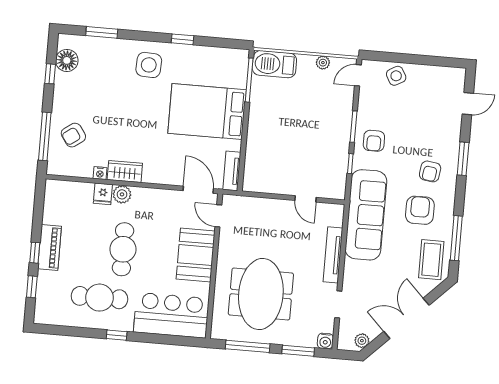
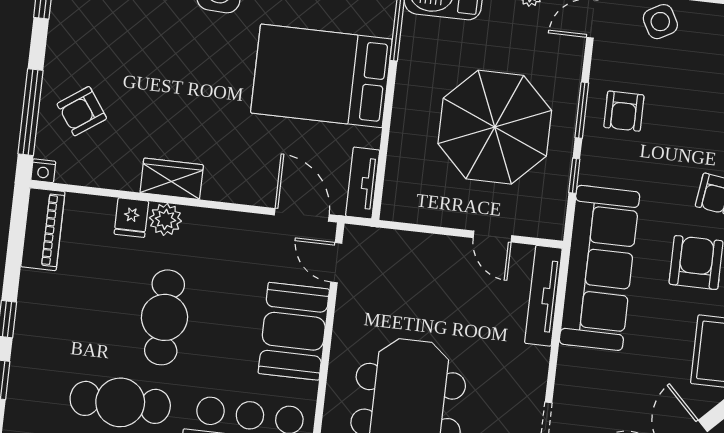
parasol: (305, 138) -> (495, 127), added
armchair: (374, 141) -> (624, 111), moved
nightstand: (100, 173) -> (43, 171), moved
piano: (50, 248) -> (43, 229), moved
tv unit: (333, 255) -> (543, 296), moved

